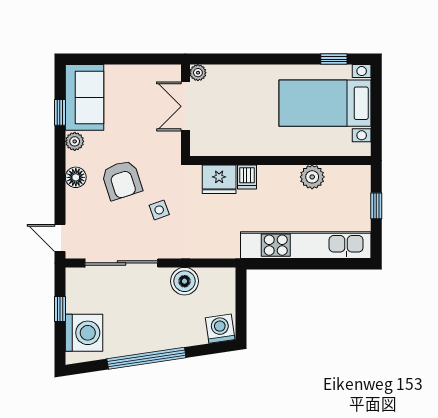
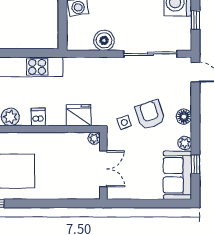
plant: (198, 73) -> (94, 138), moved
dishwasher: (247, 177) -> (38, 117), moved
side table: (159, 210) -> (124, 122), moved

